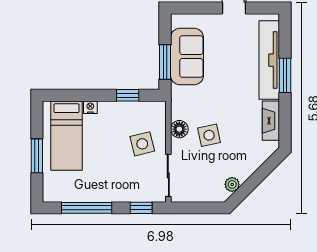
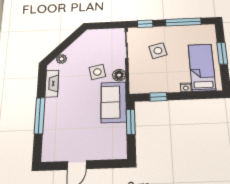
sofa: (187, 57) -> (114, 102), moved
tv unit: (269, 60) -> (51, 126), removed
window: (285, 75) -> (40, 116), width x1.44
side table: (142, 144) -> (158, 51), moved
plant: (232, 184) -> (62, 59), moved

